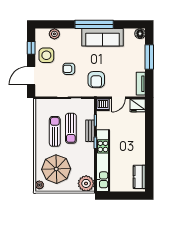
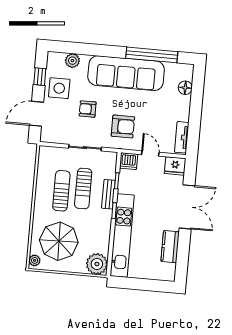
window: (94, 24) -> (152, 55), moved
floor lamp: (140, 34) -> (185, 88), moved
sofa: (103, 37) -> (126, 73), width x1.36, depth x1.27
window: (149, 57) -> (196, 103), removed
armchair: (96, 80) -> (123, 126), turned -90
door: (118, 98) -> (150, 153), swing flipped
double door: (149, 135) -> (187, 207), added
kitchen counter: (139, 177) -> (170, 247), moved

